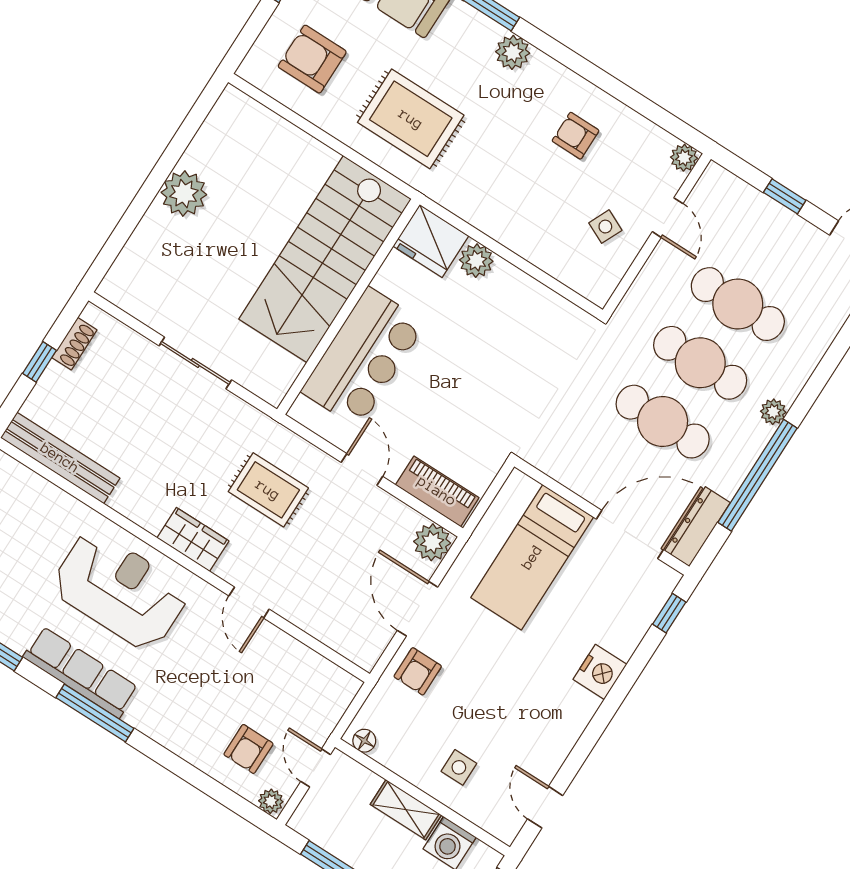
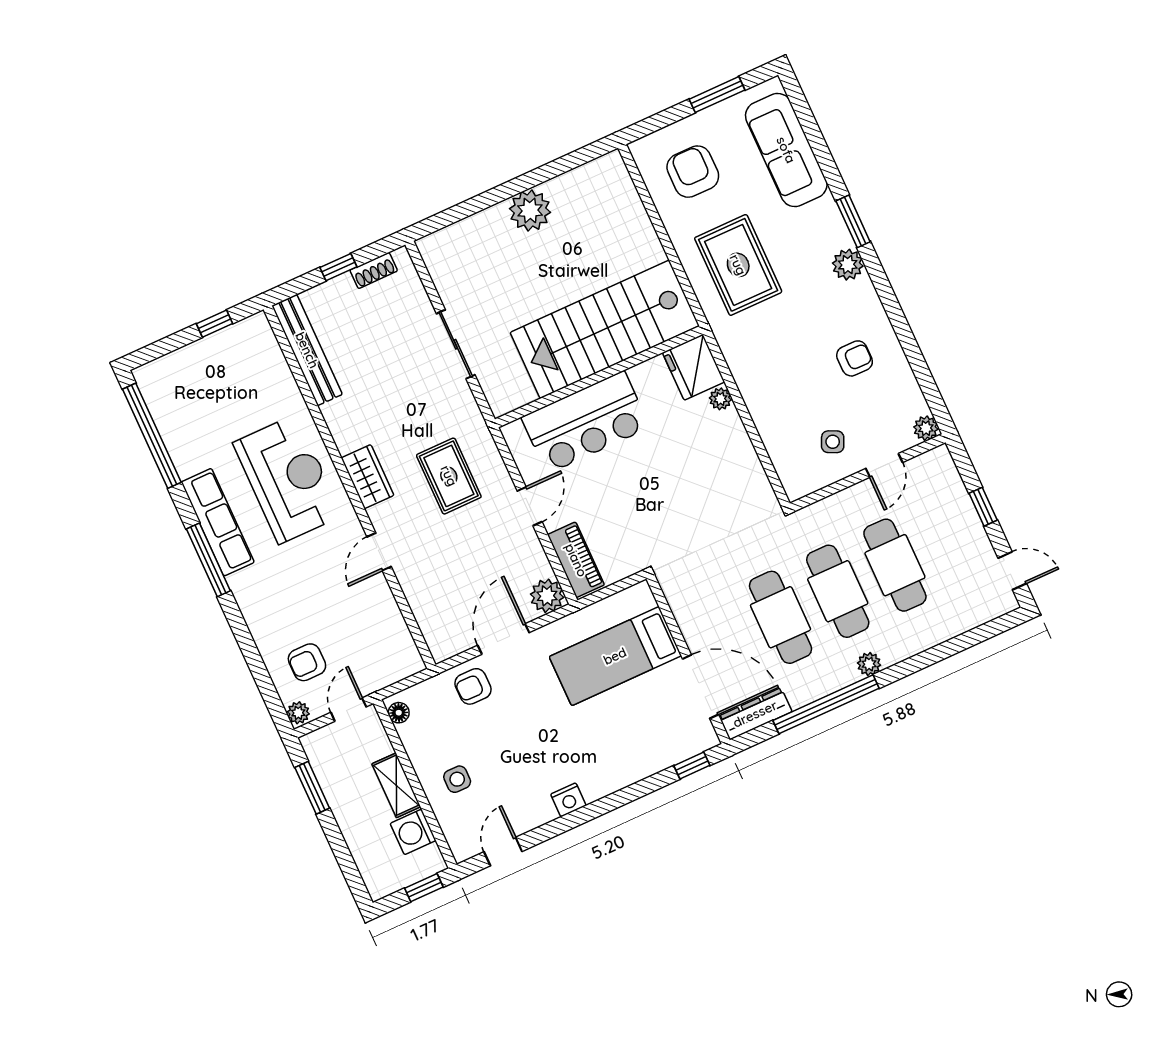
armchair: (576, 136) -> (855, 358), turned 90
plant: (476, 261) -> (720, 399), width x0.73, depth x0.73
nightstand: (600, 672) -> (568, 800), moved, width x0.74, depth x0.75

